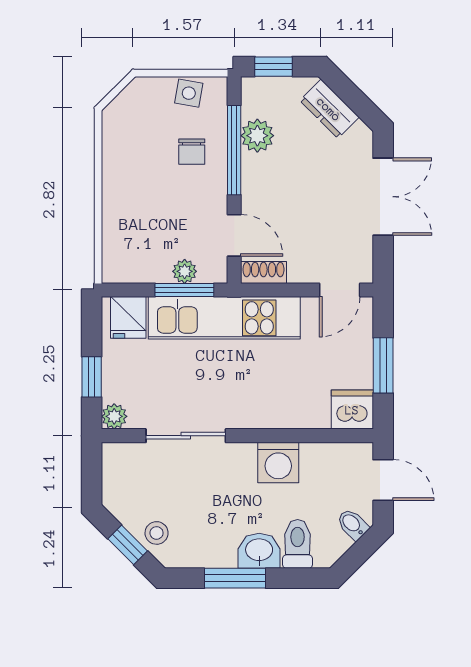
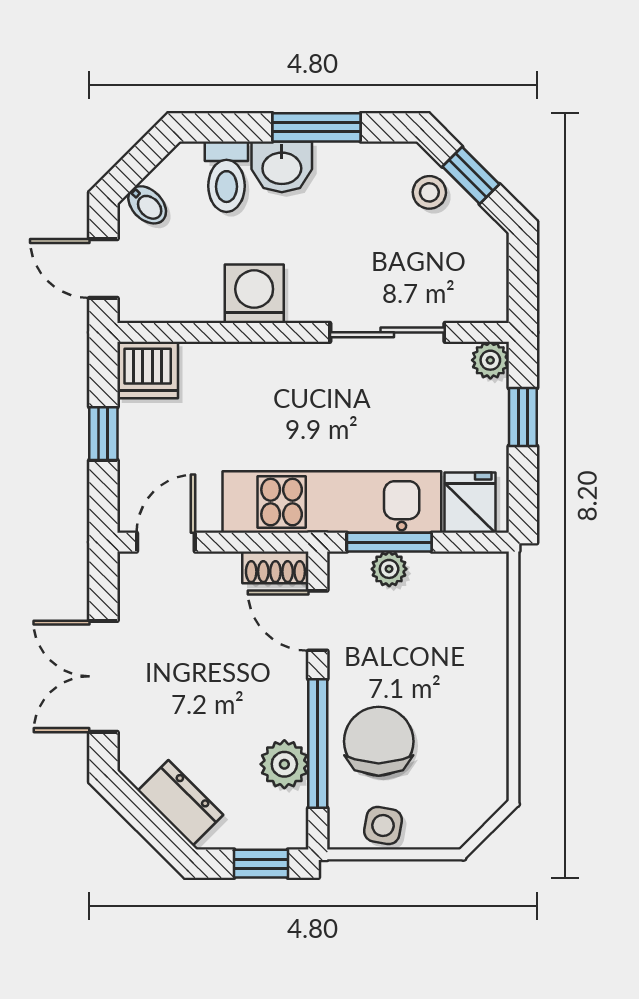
chair: (192, 152) -> (379, 741), width x1.87, depth x1.87
window: (383, 365) -> (103, 434), width x0.67

